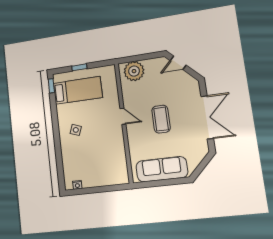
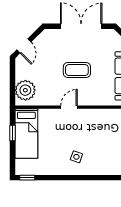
window: (79, 67) -> (13, 133), moved
bed: (78, 90) -> (26, 134), moved, turned 180

